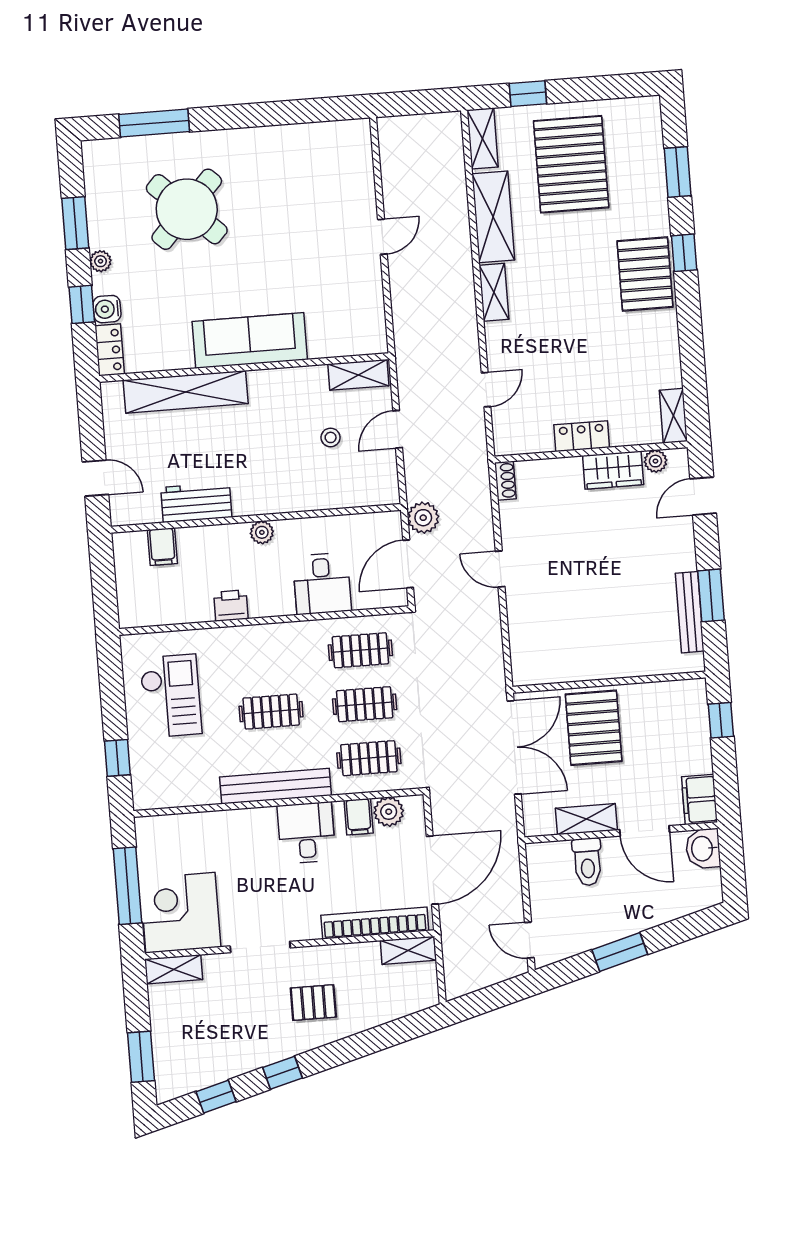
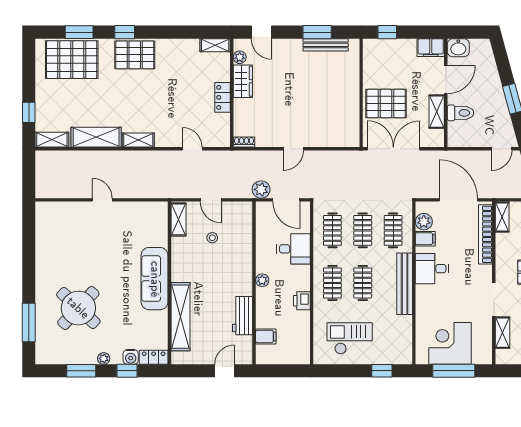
pallet: (571, 164) -> (72, 60), moved
clothes rail: (267, 658) -> (332, 283), added
corner desk: (180, 913) -> (450, 343), moved, turned 90
shelving: (174, 969) -> (502, 333), moved

